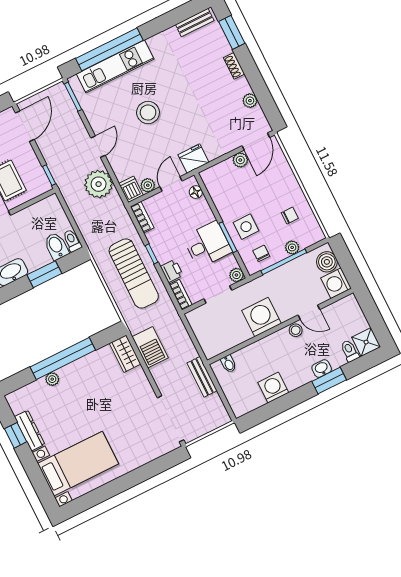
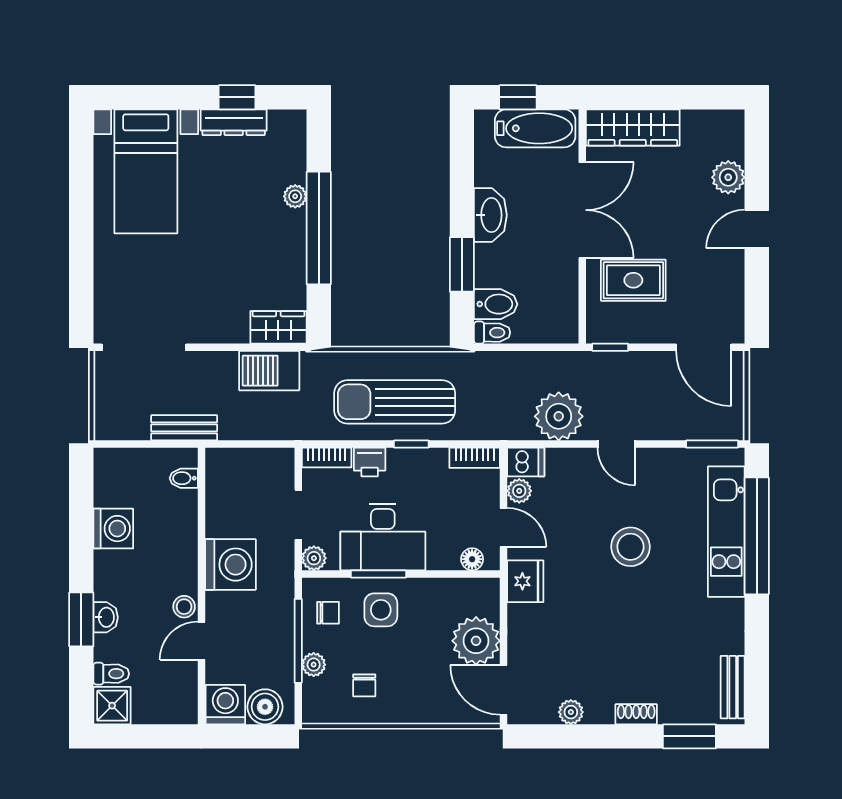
plant: (240, 160) -> (476, 641), width x1.87, depth x1.87
desk: (207, 245) -> (383, 537), width x1.37

